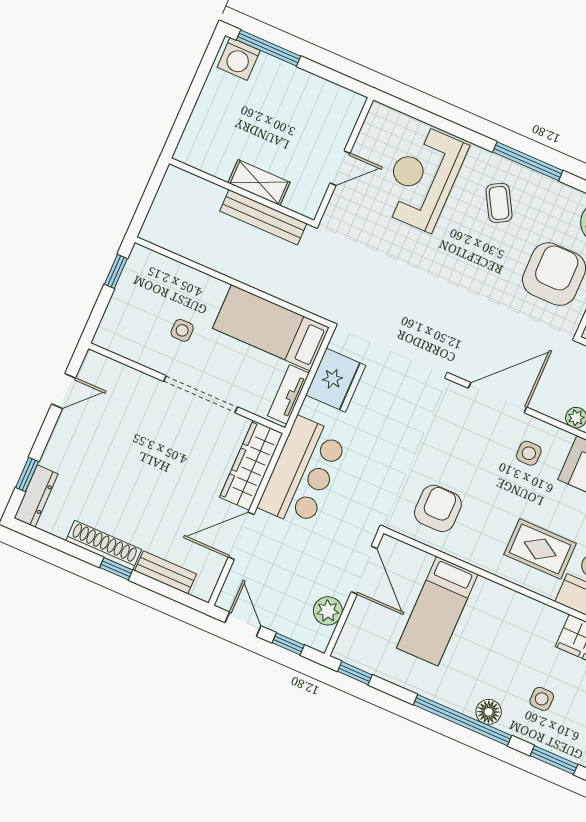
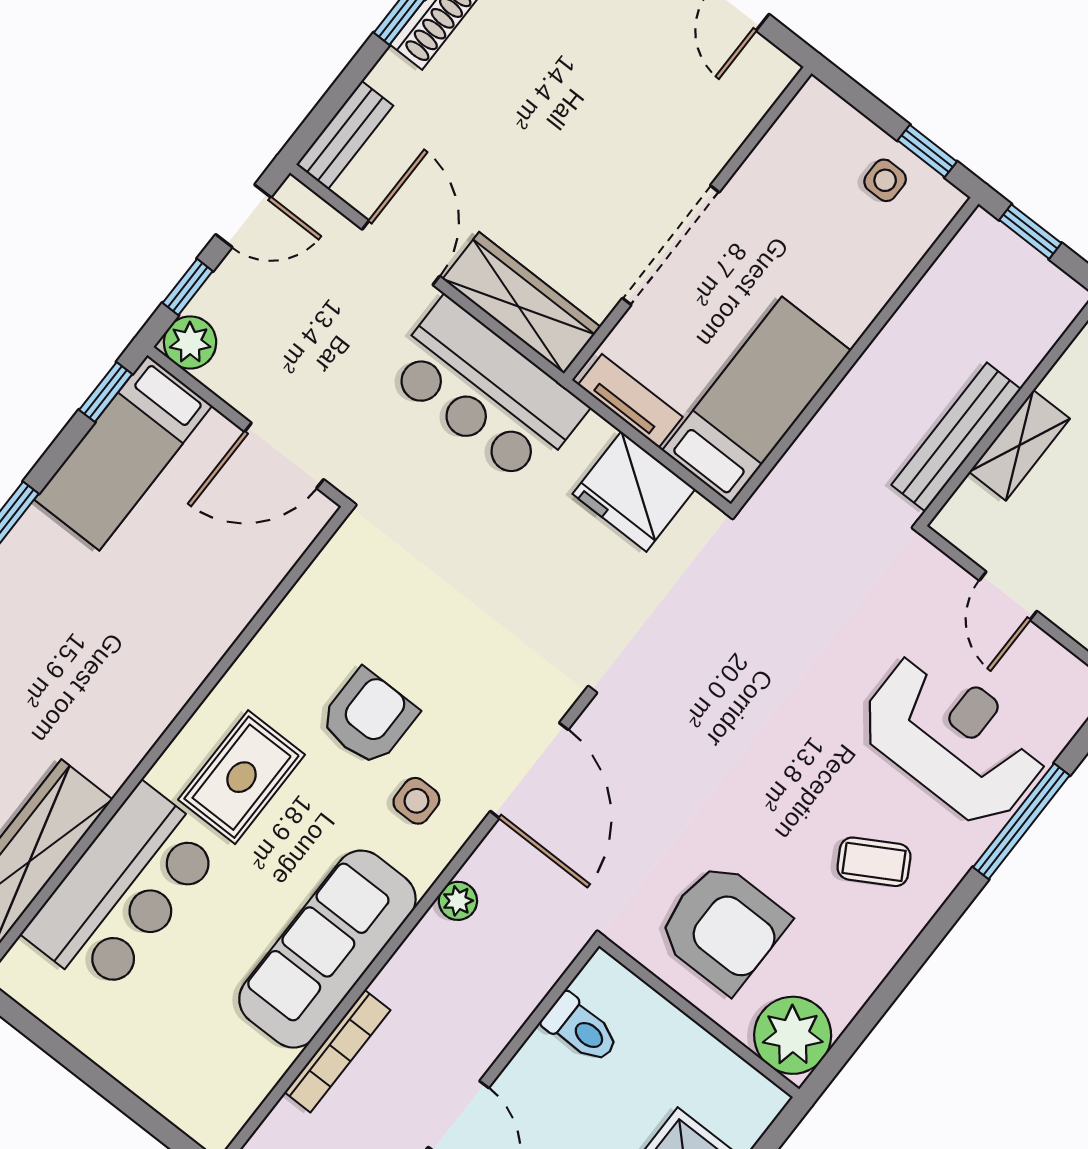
window: (528, 161) -> (1021, 821), moved
window: (144, 206) -> (1030, 232), added
side table: (182, 330) -> (885, 180), moved
armchair: (438, 508) -> (368, 717), moved, turned -90
bench: (166, 572) -> (345, 135), moved
plant: (328, 611) -> (190, 343), moved
bed: (437, 611) -> (123, 453), moved, turned -90

